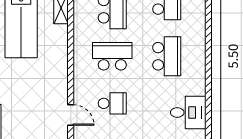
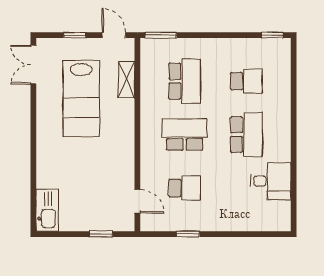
desk: (188, 113) -> (271, 181), moved

